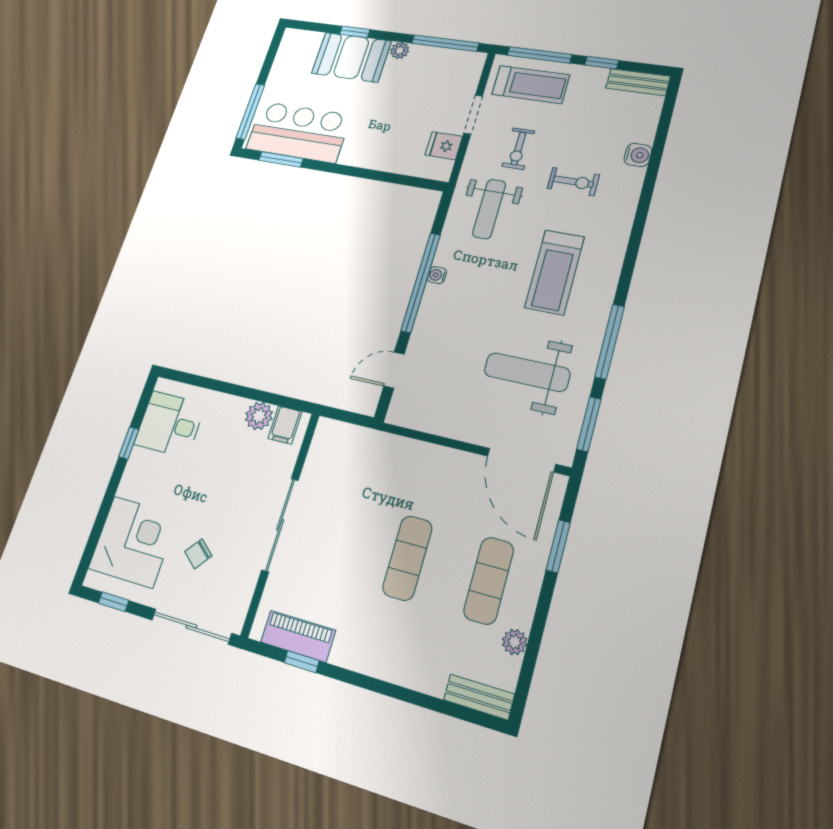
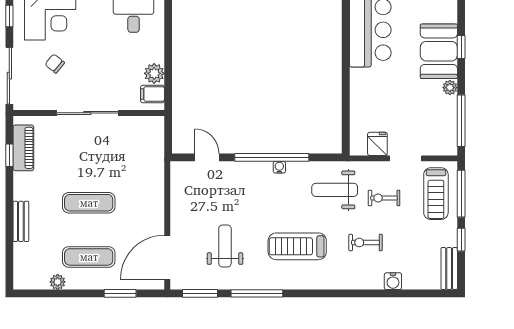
window: (281, 159) -> (346, 24), removed
exercise bike: (573, 182) -> (366, 243), turned 90
weight bench: (527, 372) -> (225, 246), width x0.73, depth x0.75
bench: (479, 697) -> (21, 221), moved

